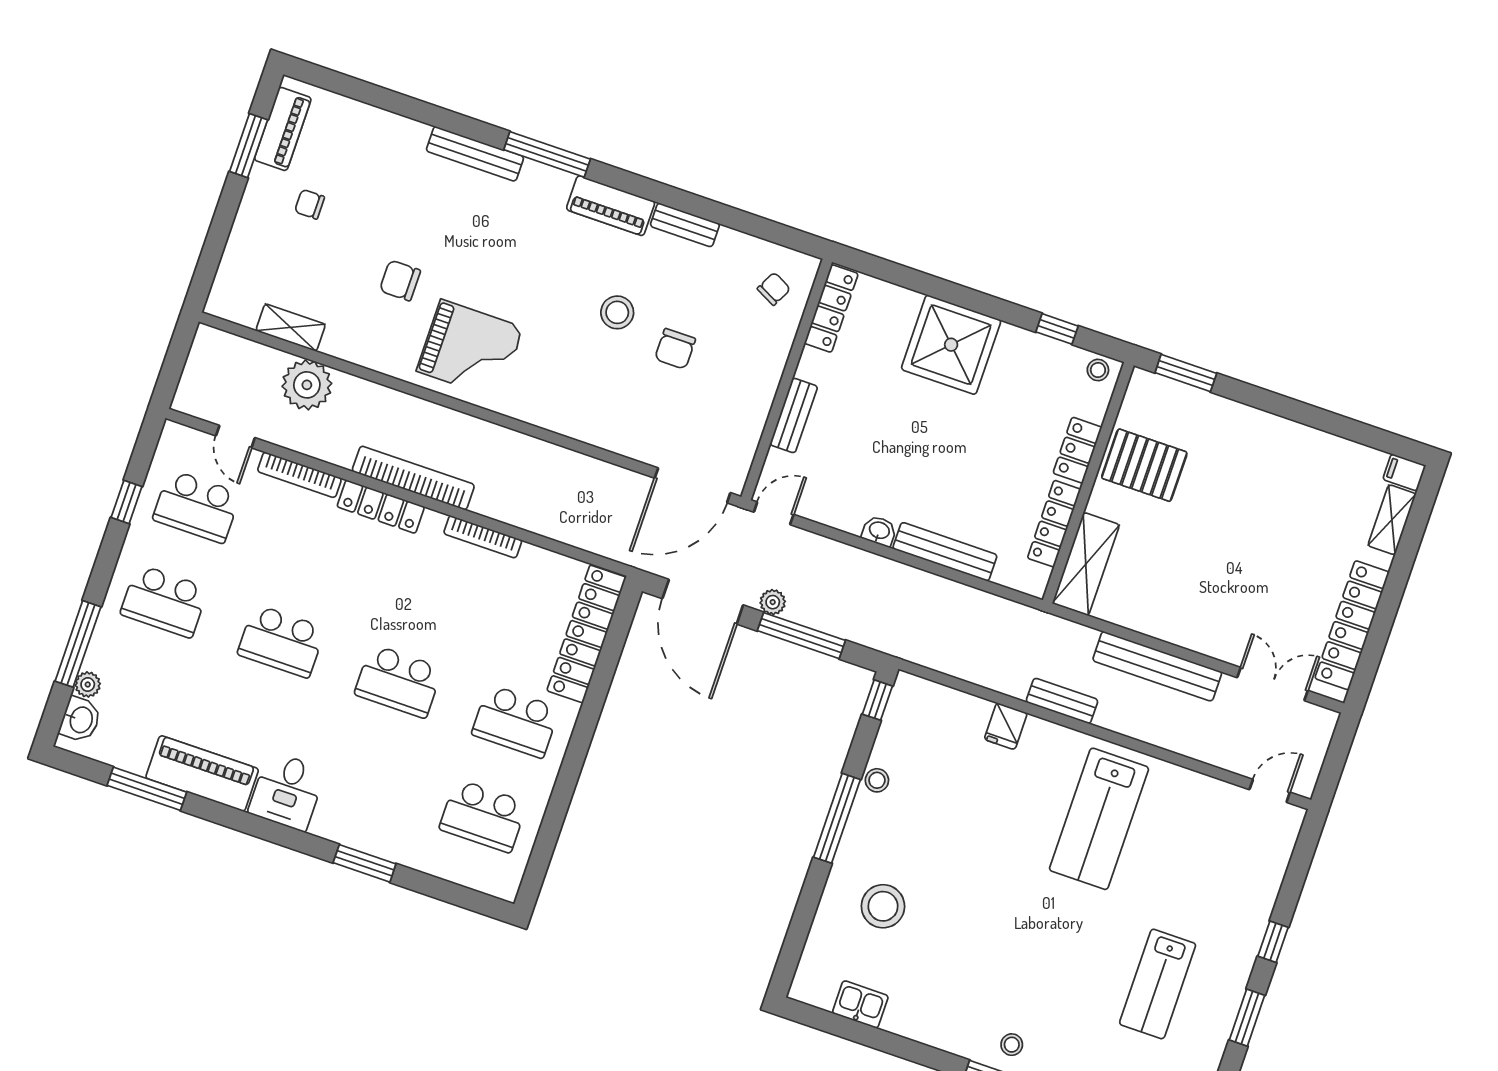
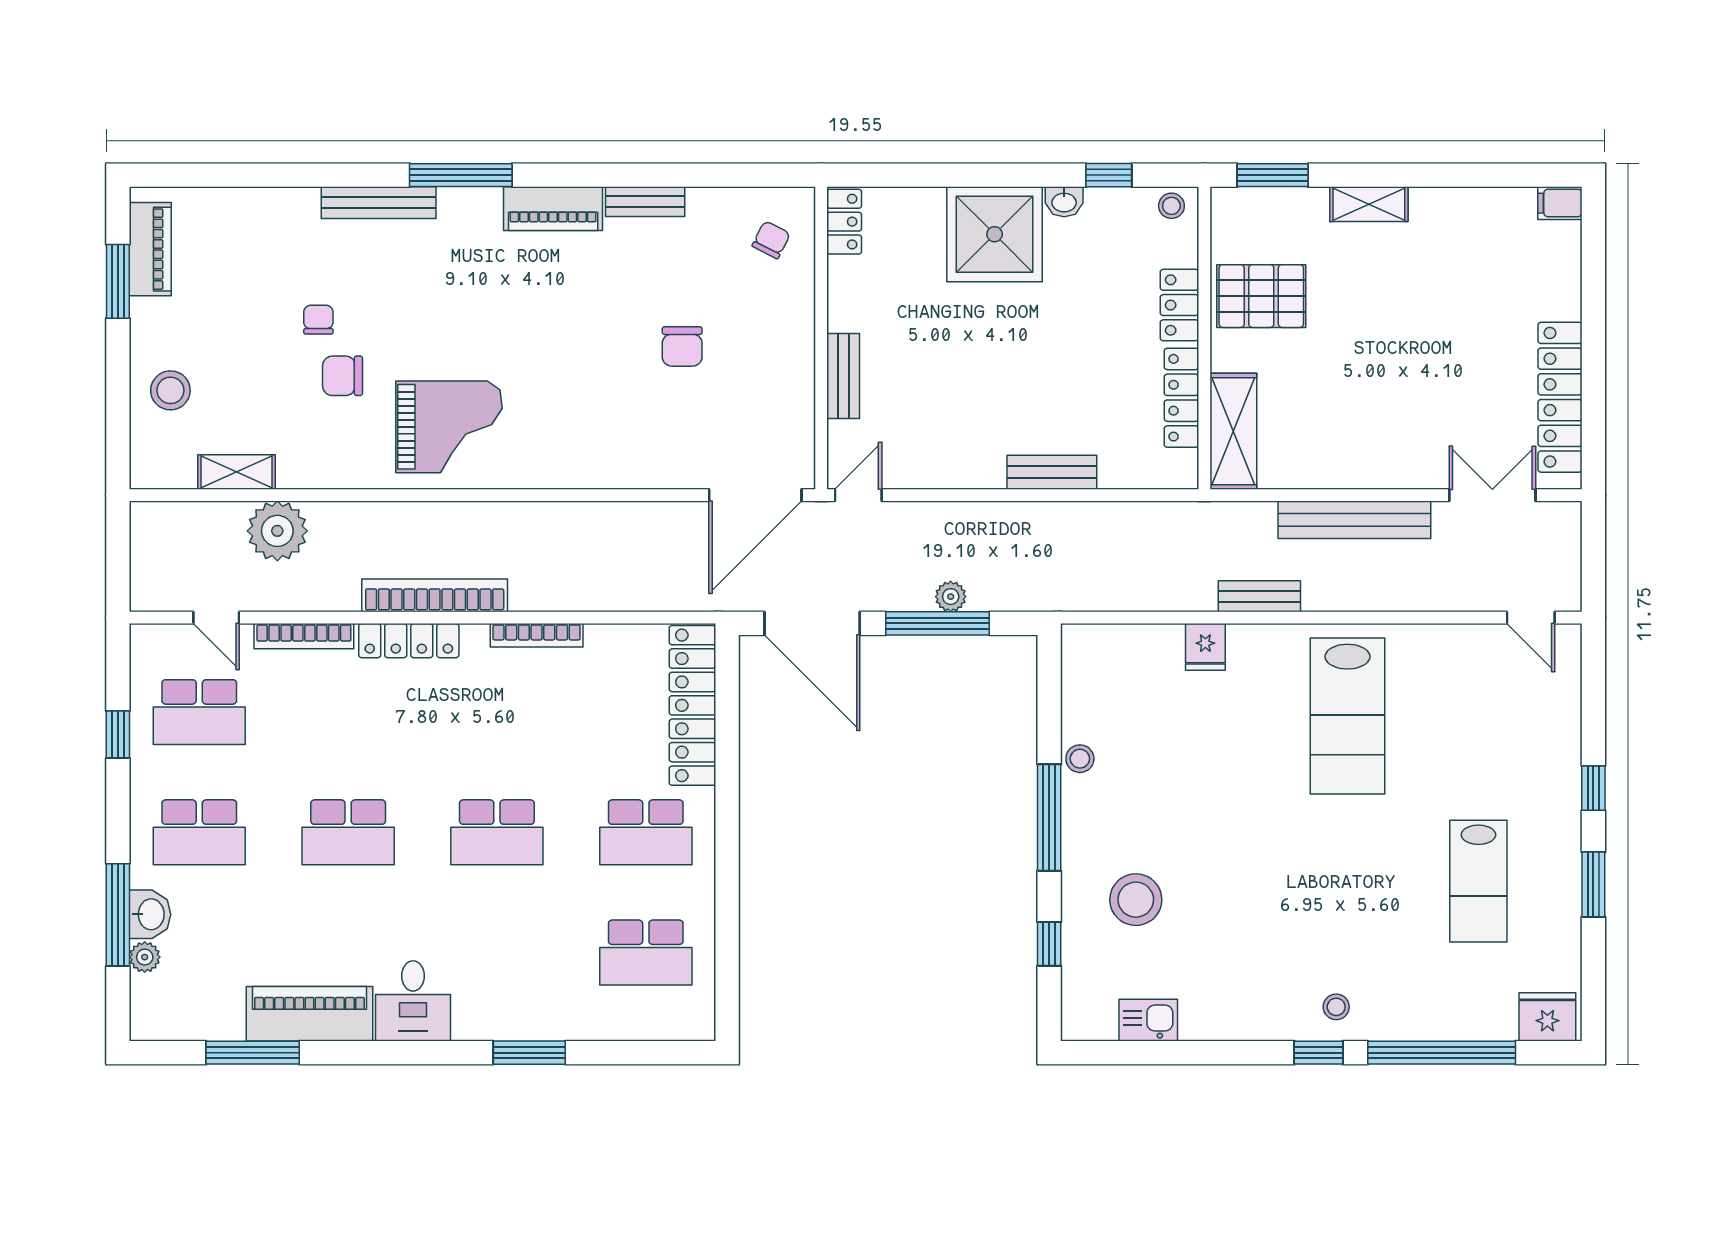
chair: (310, 204) -> (318, 320), moved, turned 90
locker: (831, 308) -> (844, 222), width x0.66
stool: (617, 312) -> (170, 390), moved
shelving: (1392, 520) -> (1369, 204), moved, turned 90
washbasin: (879, 531) -> (1064, 202), moved, turned 180
bench: (945, 552) -> (1052, 472), width x0.73
plant: (773, 602) -> (951, 597), moved
window: (877, 700) -> (1049, 944), moved
washbasin: (80, 720) -> (150, 914), moved
door: (1270, 791) -> (1531, 618), swing flipped

